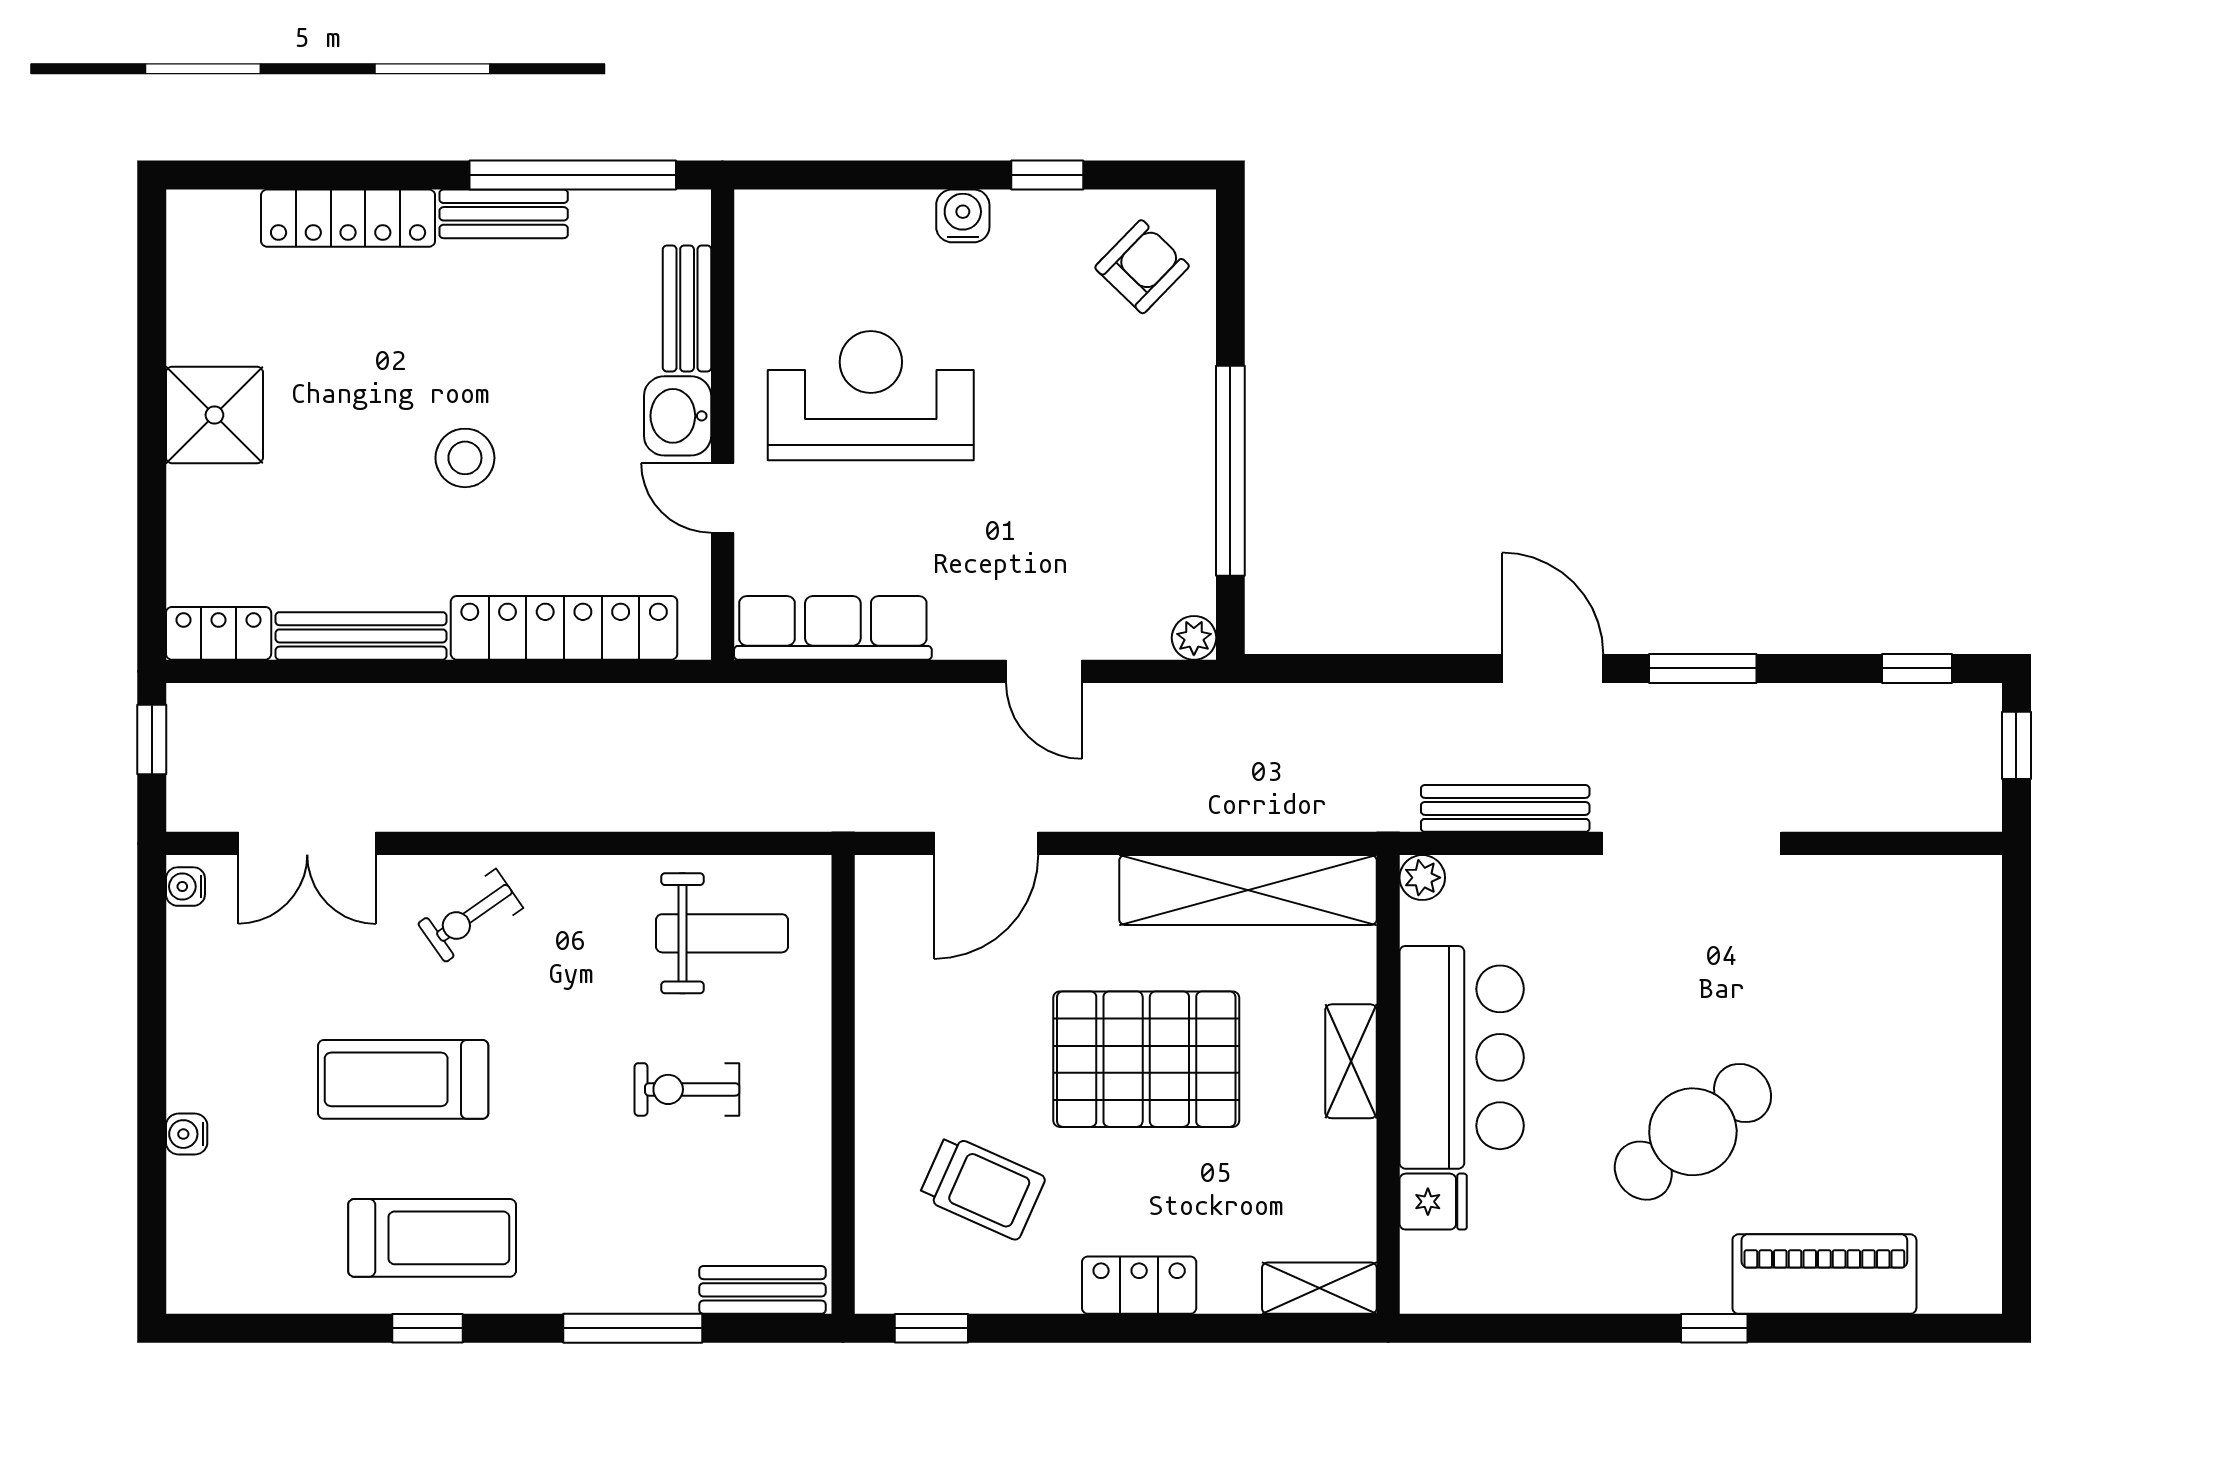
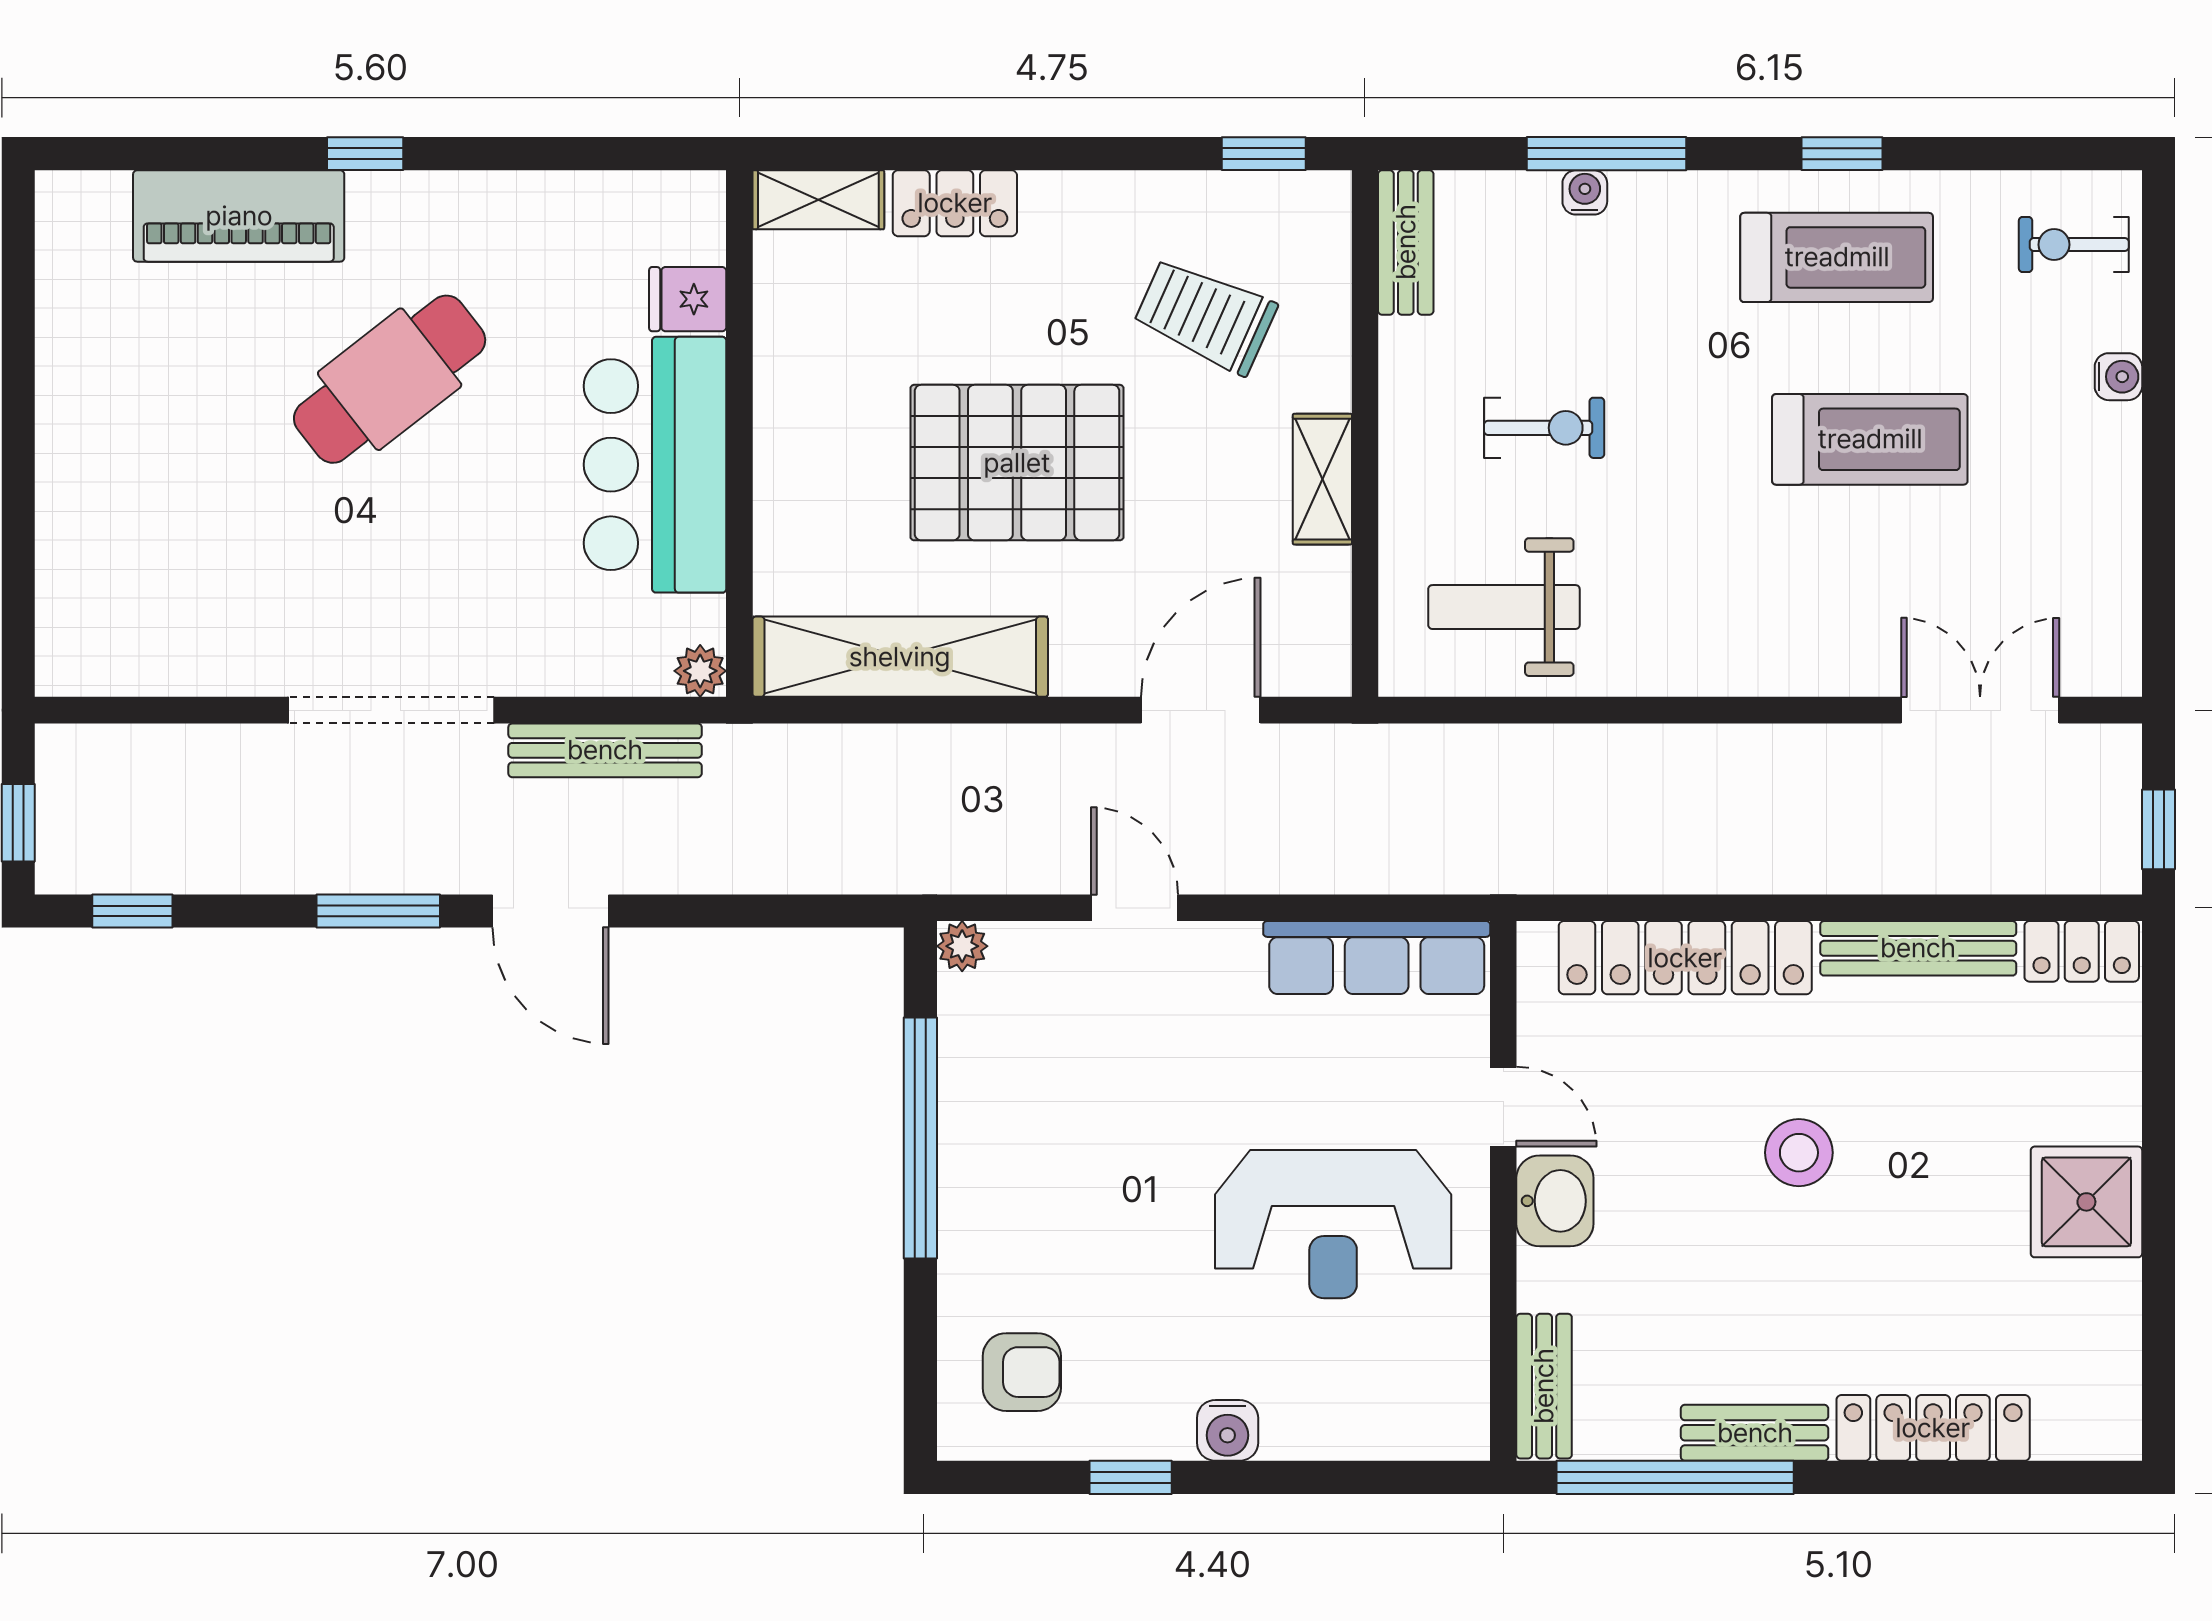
armchair: (1142, 267) -> (1022, 1372), turned -134
bench: (687, 308) -> (1544, 1386), moved
water cooler: (185, 887) -> (1585, 192), moved, turned -90
exercise bike: (470, 916) -> (2074, 245), moved, turned -145
shelving: (1351, 1061) -> (1322, 479), moved
treadmill: (432, 1238) -> (1837, 257), turned 180
locker: (1139, 1285) -> (955, 203), moved
bench: (762, 1290) -> (1406, 242), moved, turned 90

